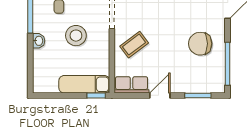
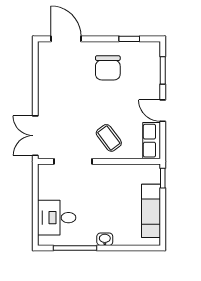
stool: (76, 36) -> (99, 200), removed
window: (228, 64) -> (129, 39), width x0.46
exam couch: (84, 84) -> (151, 211), moved

